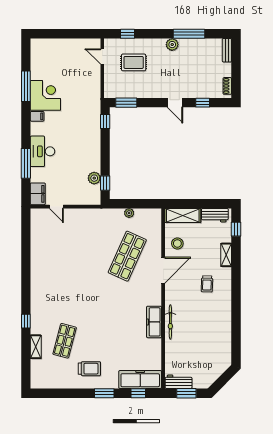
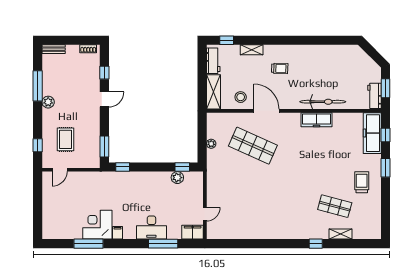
bicycle: (170, 322) -> (323, 102), width x1.37, depth x1.40

